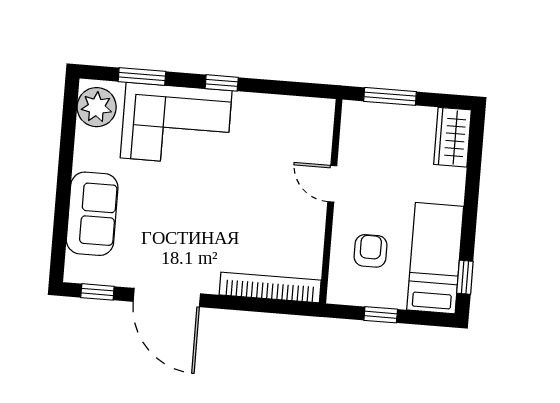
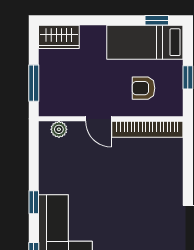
plant: (322, 127) -> (59, 129), added
door: (332, 184) -> (98, 119), hinge flipped
bookcase: (270, 287) -> (147, 129), moved, turned -90

